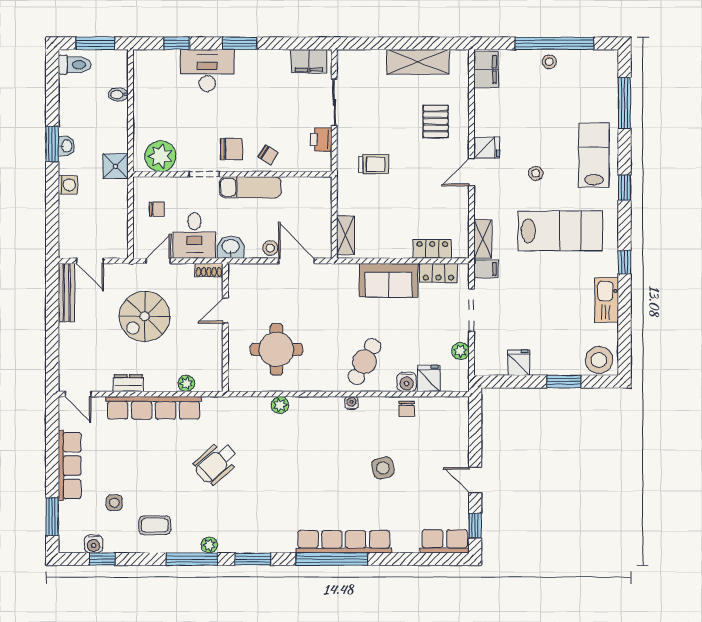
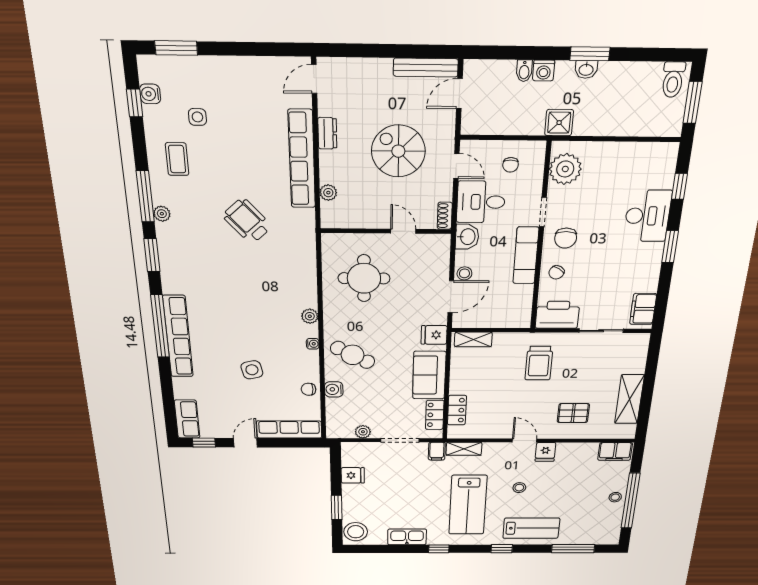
bidet: (118, 94) -> (524, 71), moved, turned 180
printer: (321, 139) -> (557, 315), width x1.87, depth x1.48
trolley: (374, 164) -> (539, 363), width x1.36, depth x1.39
fridge: (429, 378) -> (434, 335), moved, turned 180
plant: (280, 405) -> (310, 316), moved
row of seats: (70, 466) -> (289, 429), moved, turned 180

